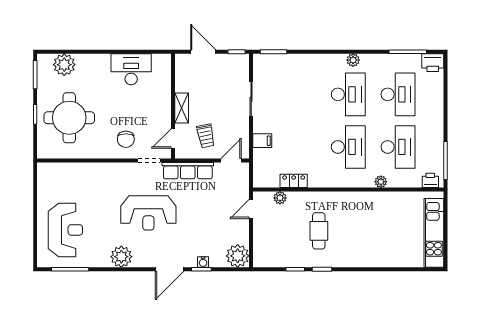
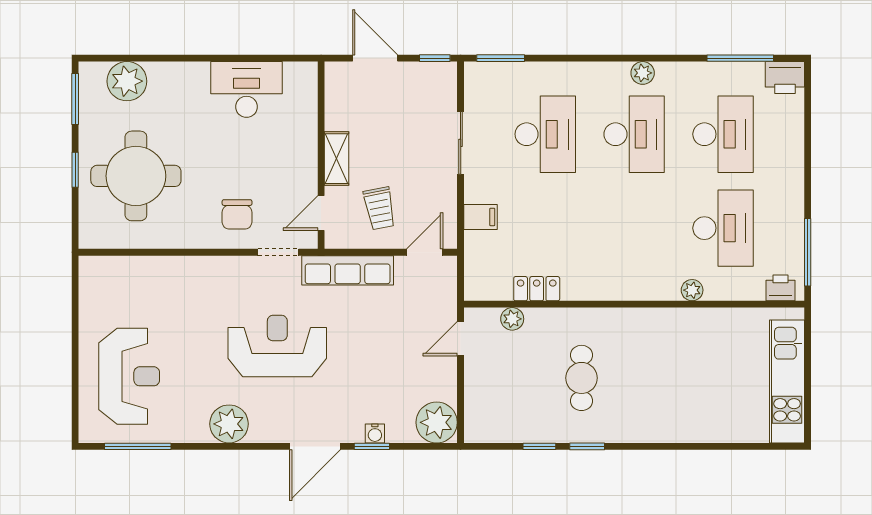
desk: (348, 147) -> (545, 134), moved
reception desk: (148, 213) -> (277, 346), turned 180

